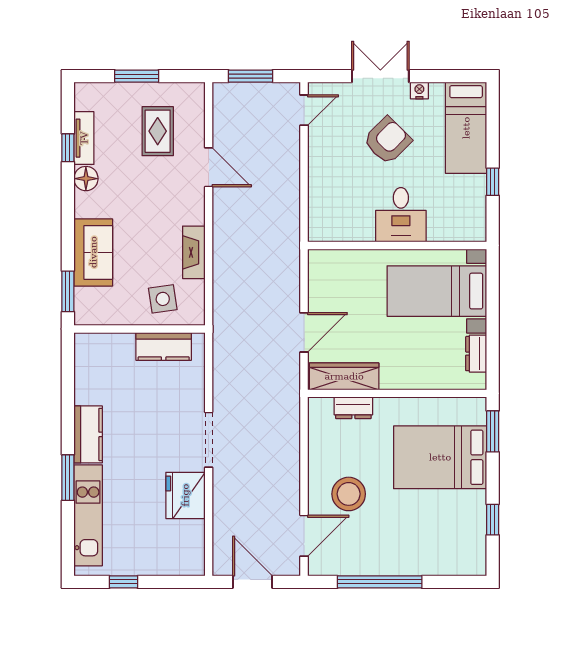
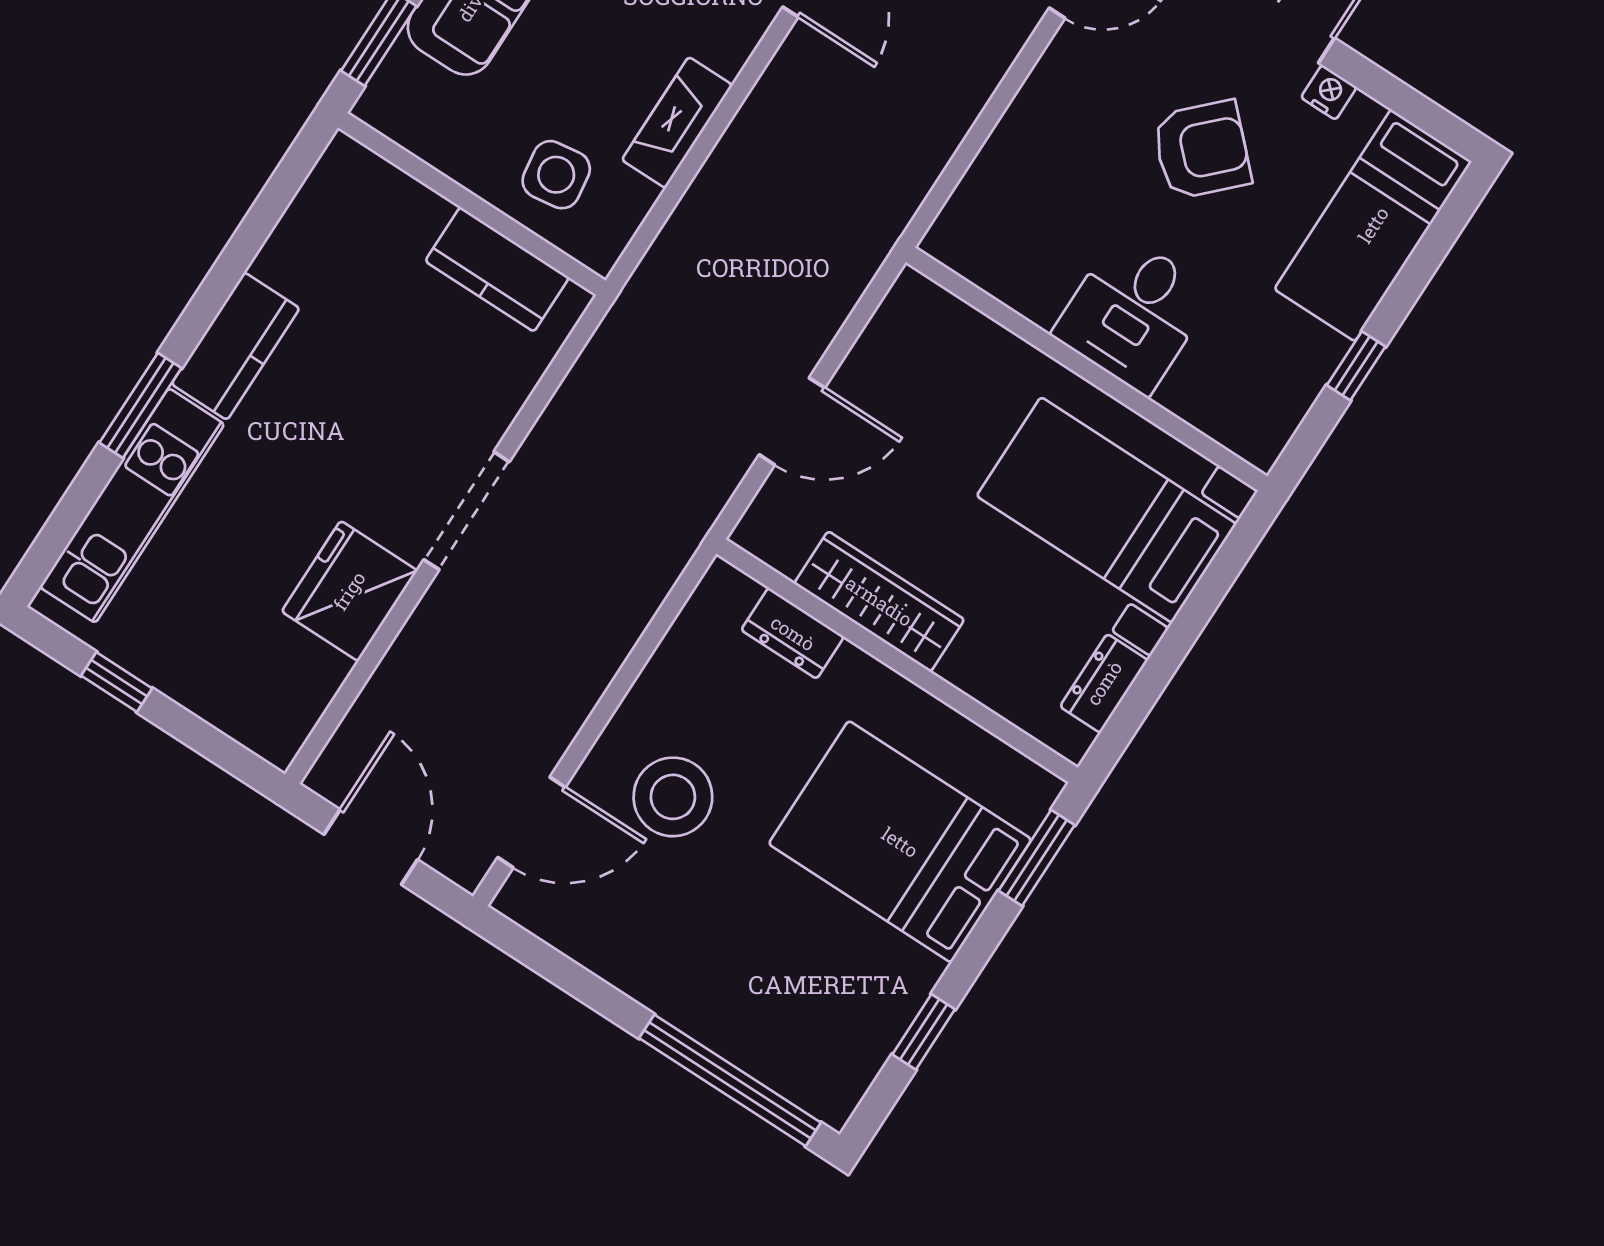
wardrobe: (344, 376) -> (879, 601), moved
window: (380, 582) -> (730, 1080), moved

